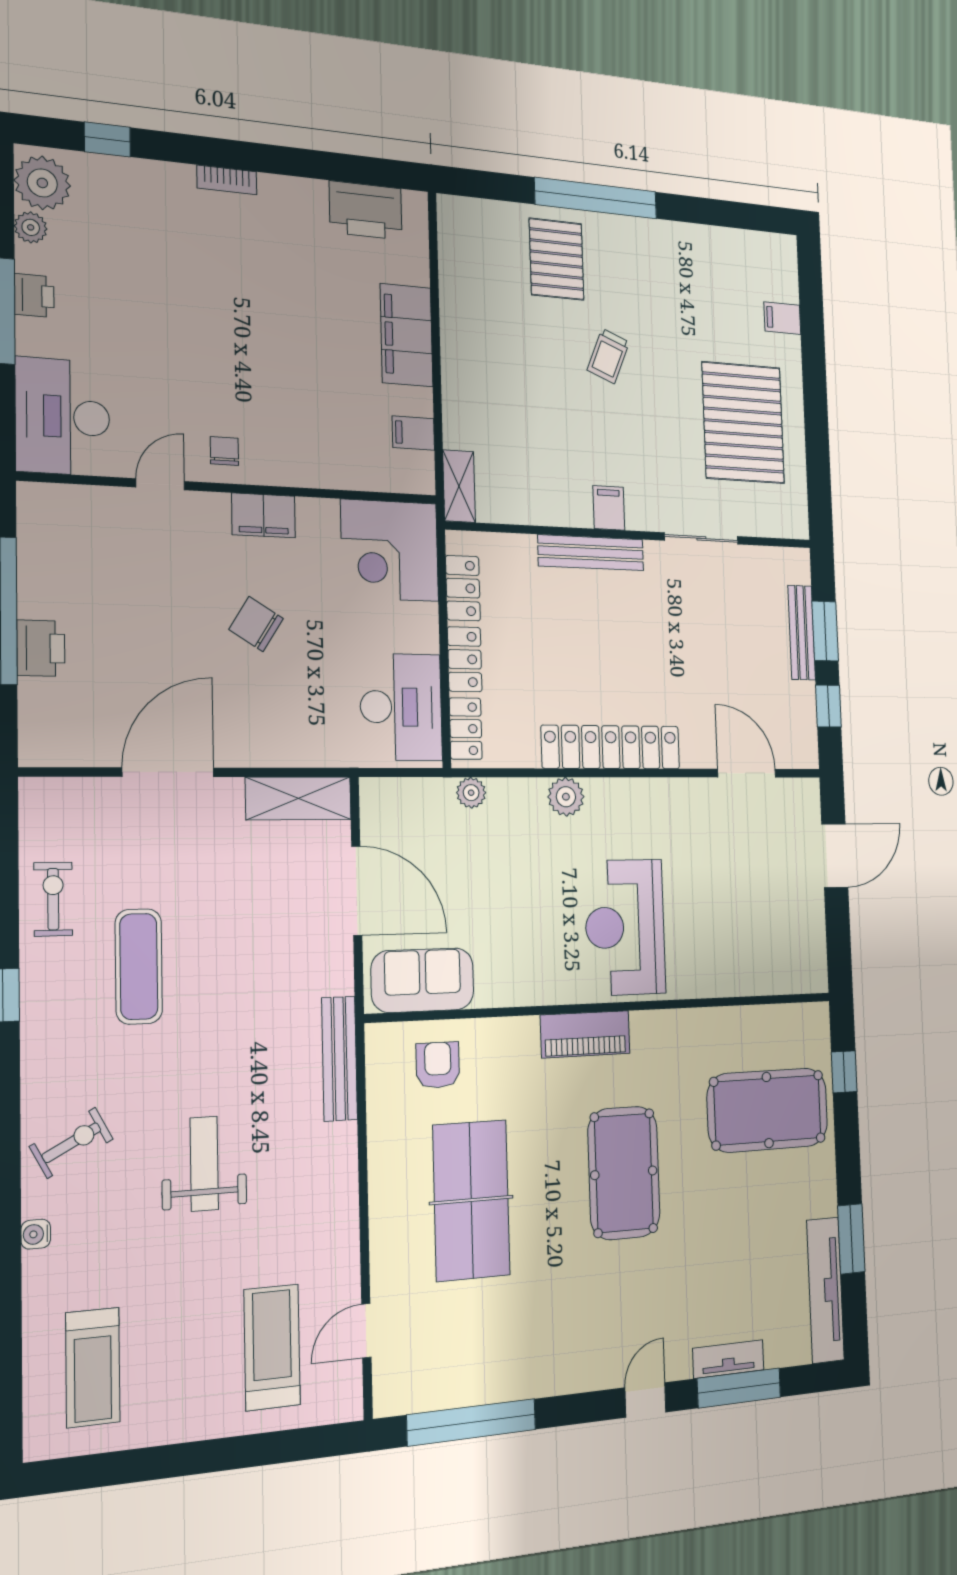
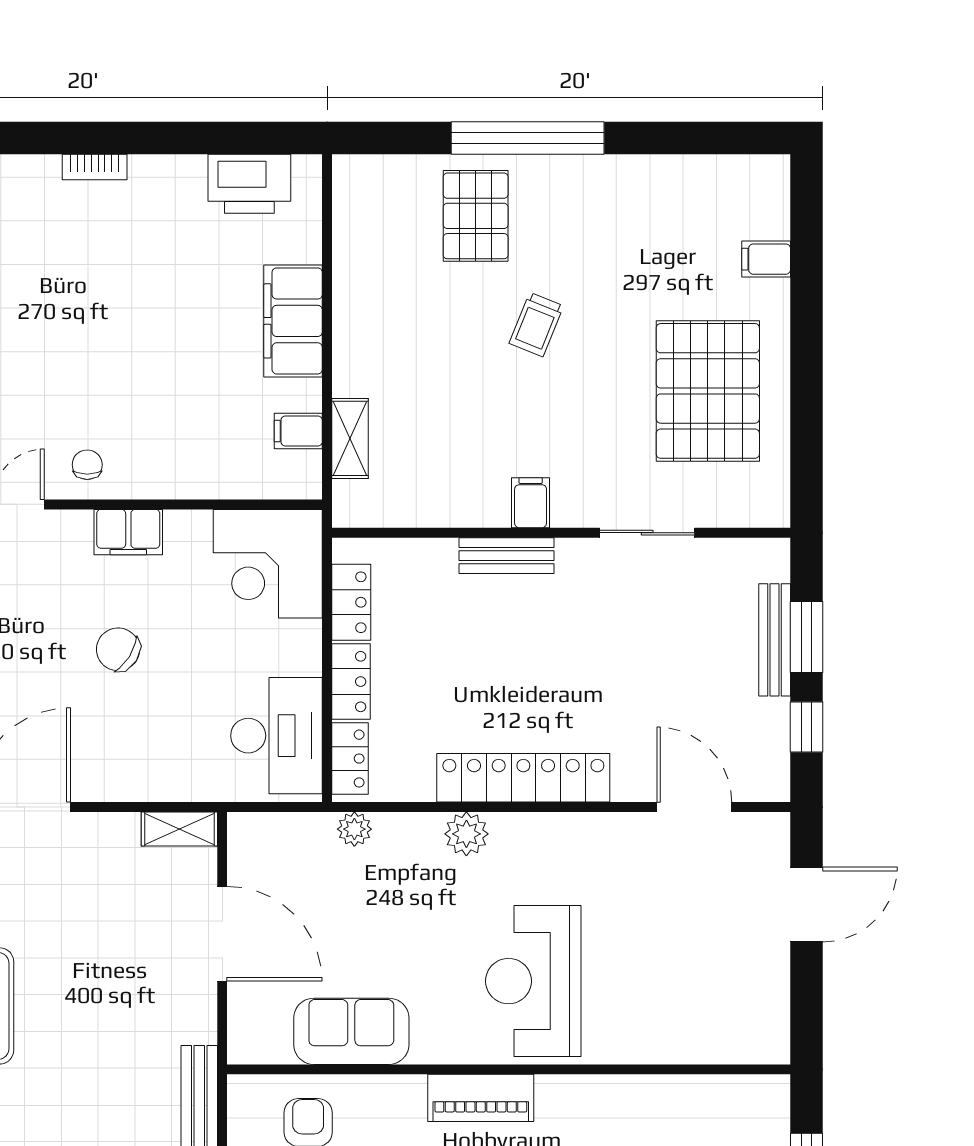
shelving: (459, 486) -> (350, 438), moved
bench: (591, 553) -> (507, 556), width x0.73
shelving: (298, 798) -> (179, 829), width x0.67, depth x0.75
sofa: (423, 980) -> (351, 1031), moved

